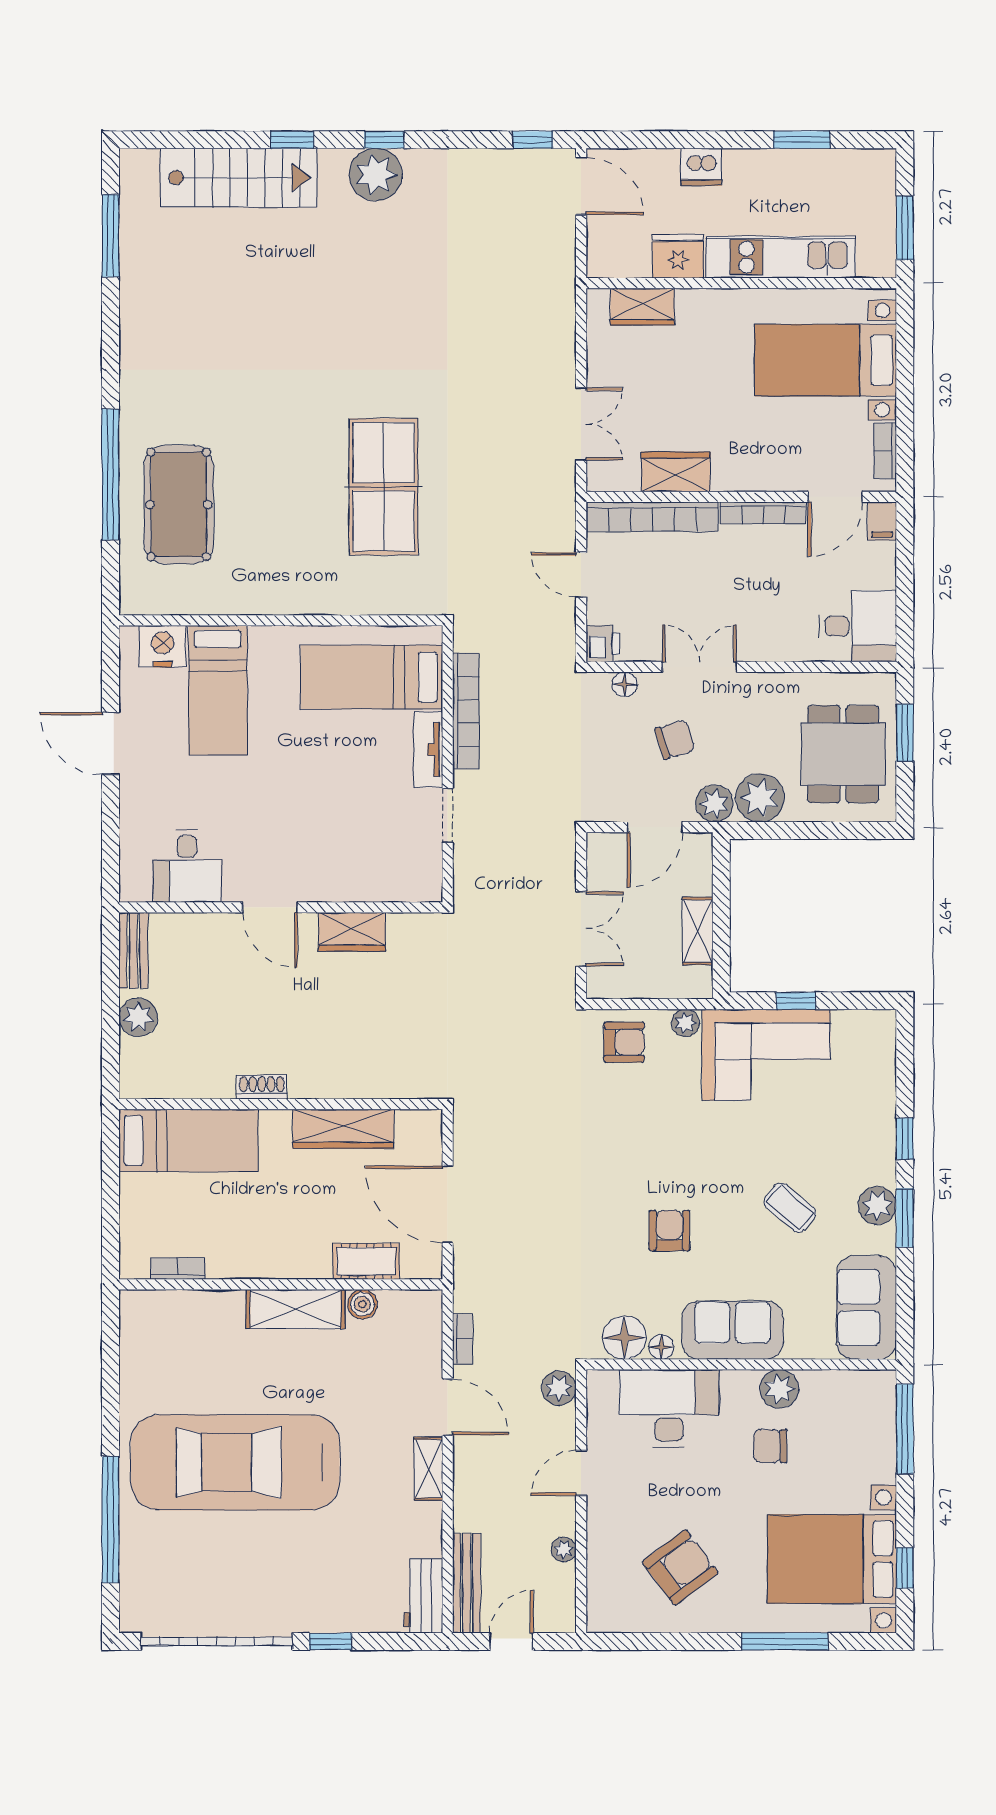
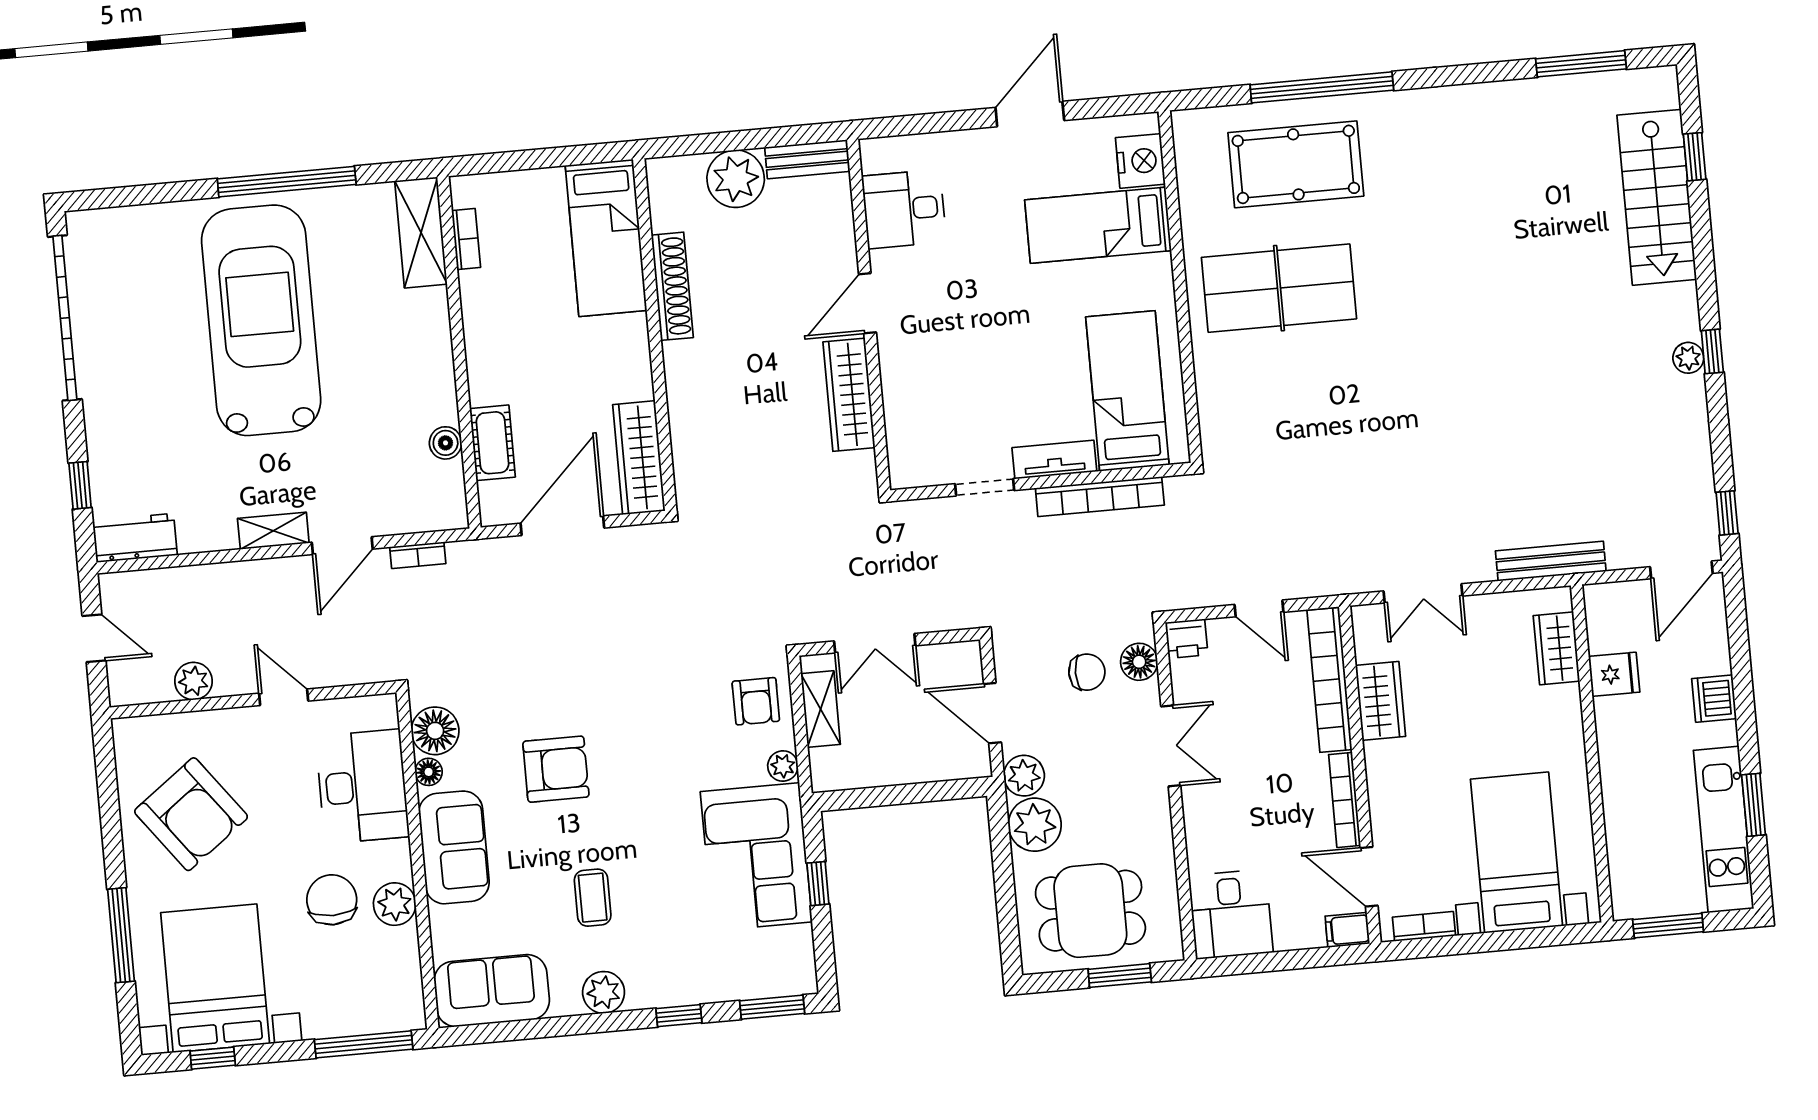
window: (292, 140) -> (1695, 157), moved
plant: (376, 175) -> (1688, 358), width x0.53, depth x0.53
fridge: (678, 256) -> (1614, 674), width x0.72
kitchen unit: (781, 257) -> (1724, 830), moved, turned 180
table tennis table: (384, 487) -> (1279, 288), moved
door: (581, 575) -> (1259, 608), swing flipped
floor lamp: (625, 684) -> (1139, 662), width x1.37, depth x1.37
chair: (675, 740) -> (1087, 672), moved, turned -73
shelving: (698, 931) -> (821, 709), moved, turned 90
wardrobe: (352, 932) -> (849, 395), width x1.50
plant: (138, 1017) -> (736, 179), width x1.36, depth x1.36
shoe rack: (262, 1087) -> (672, 286), width x1.94, depth x1.24
wardrobe: (343, 1129) -> (639, 458), moved
coffee table: (790, 1208) -> (593, 898), turned -40
window: (905, 1218) -> (772, 1007), moved
armchair: (669, 1230) -> (556, 769), width x1.38, depth x1.38
shelving: (296, 1309) -> (421, 233), moved
plant: (559, 1388) -> (374, 665), removed
chair: (770, 1446) -> (332, 900), width x1.37, depth x1.37
window: (111, 1520) -> (287, 182), moved
plant: (564, 1549) -> (193, 681), width x1.38, depth x1.38
armchair: (680, 1567) -> (191, 814), width x1.36, depth x1.36
bench: (467, 1583) -> (1551, 561), moved
window: (330, 1641) -> (80, 485), moved

